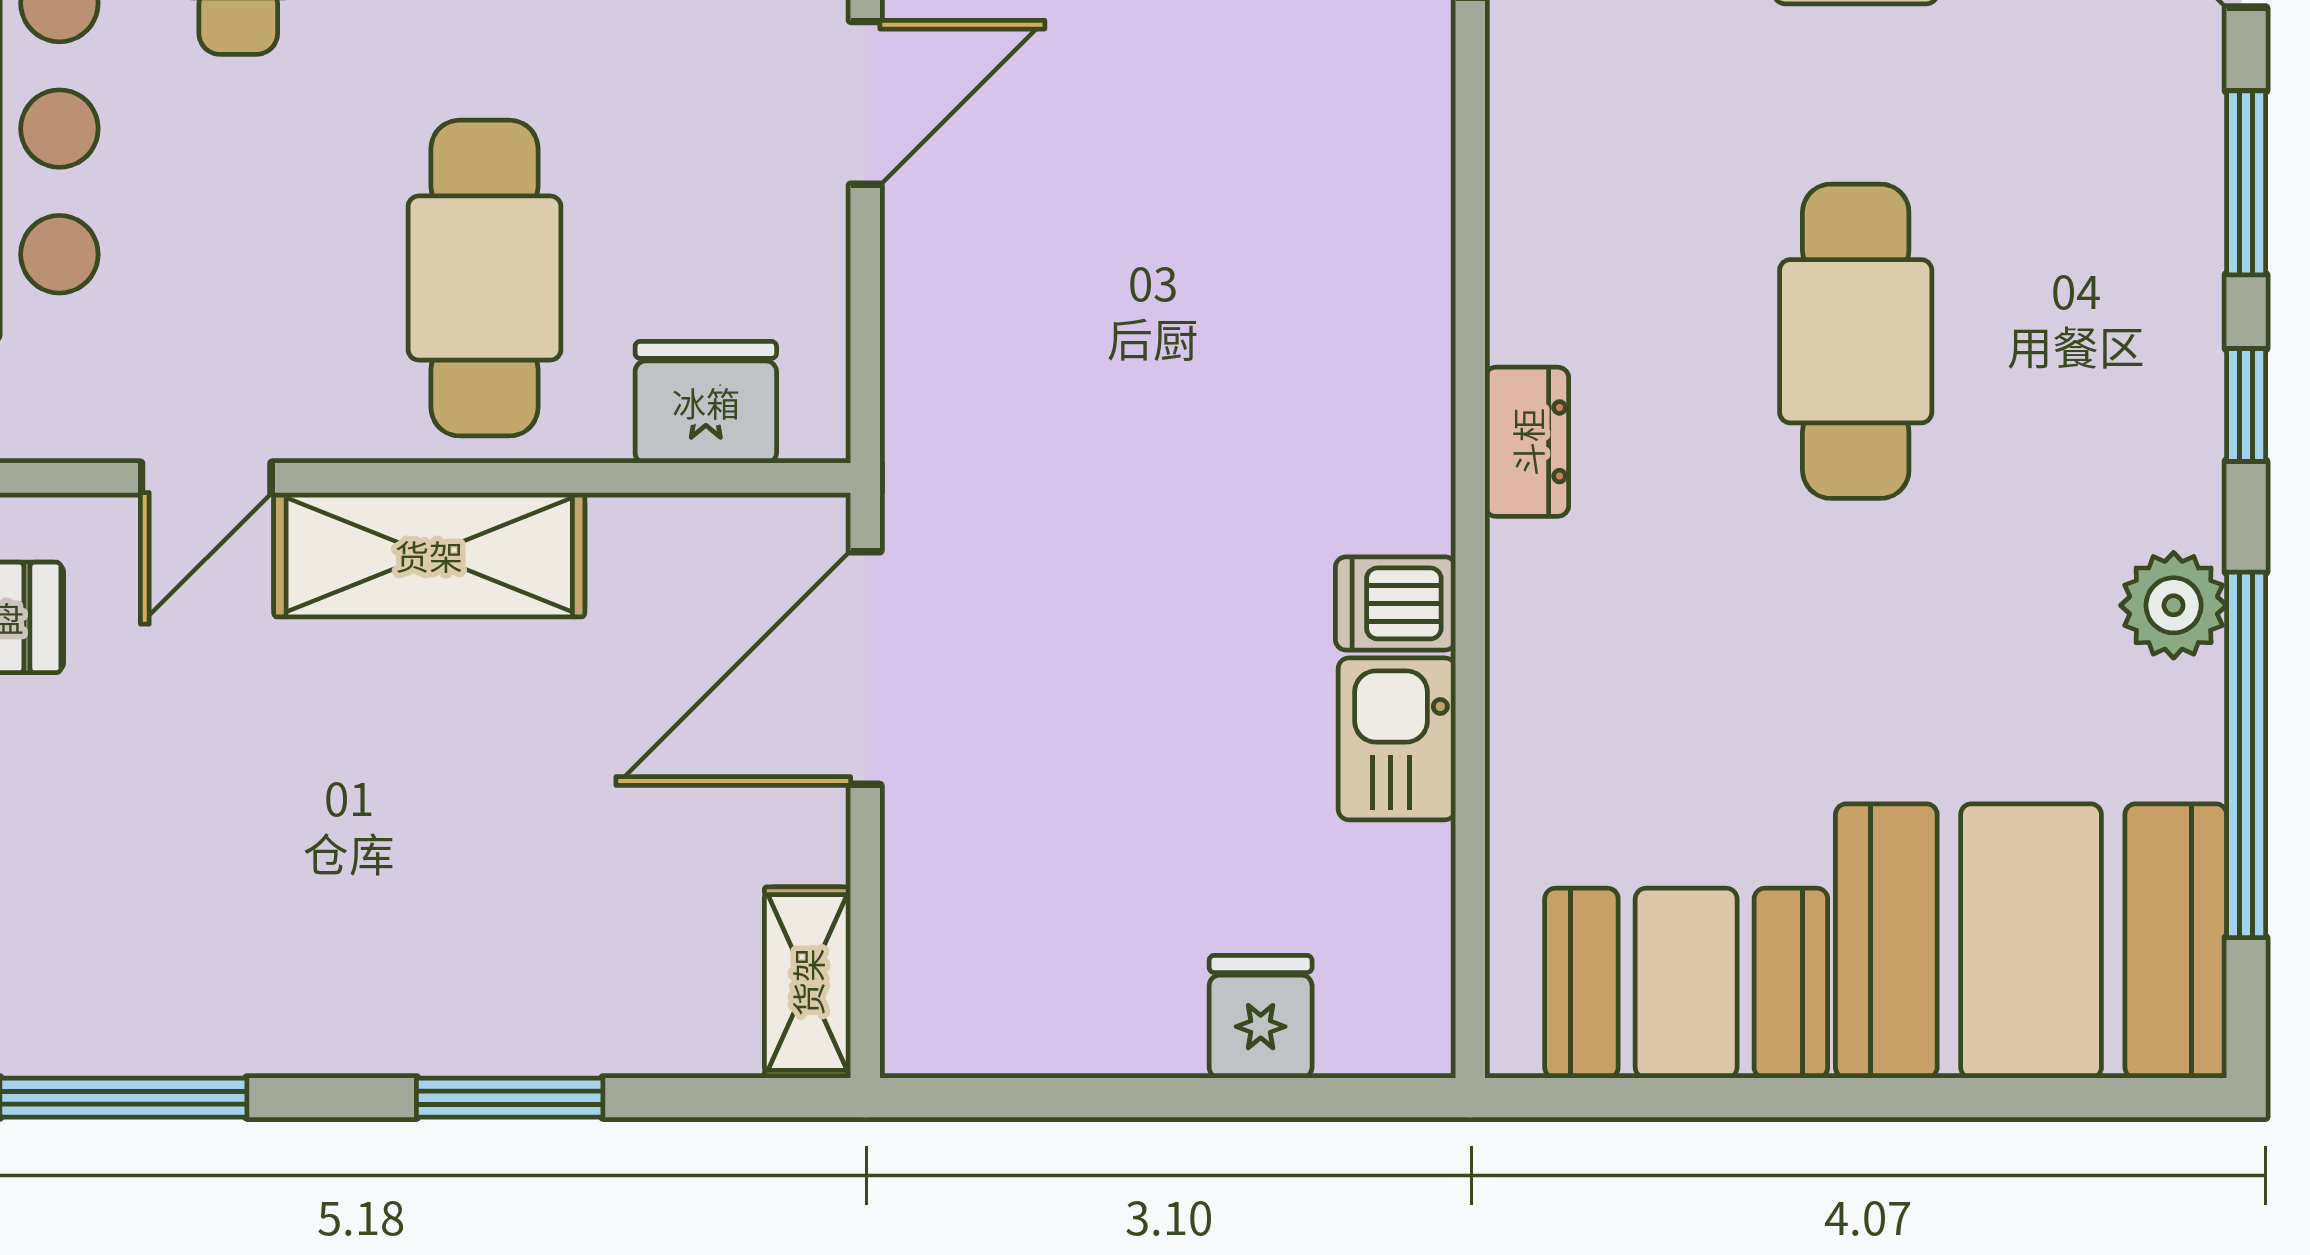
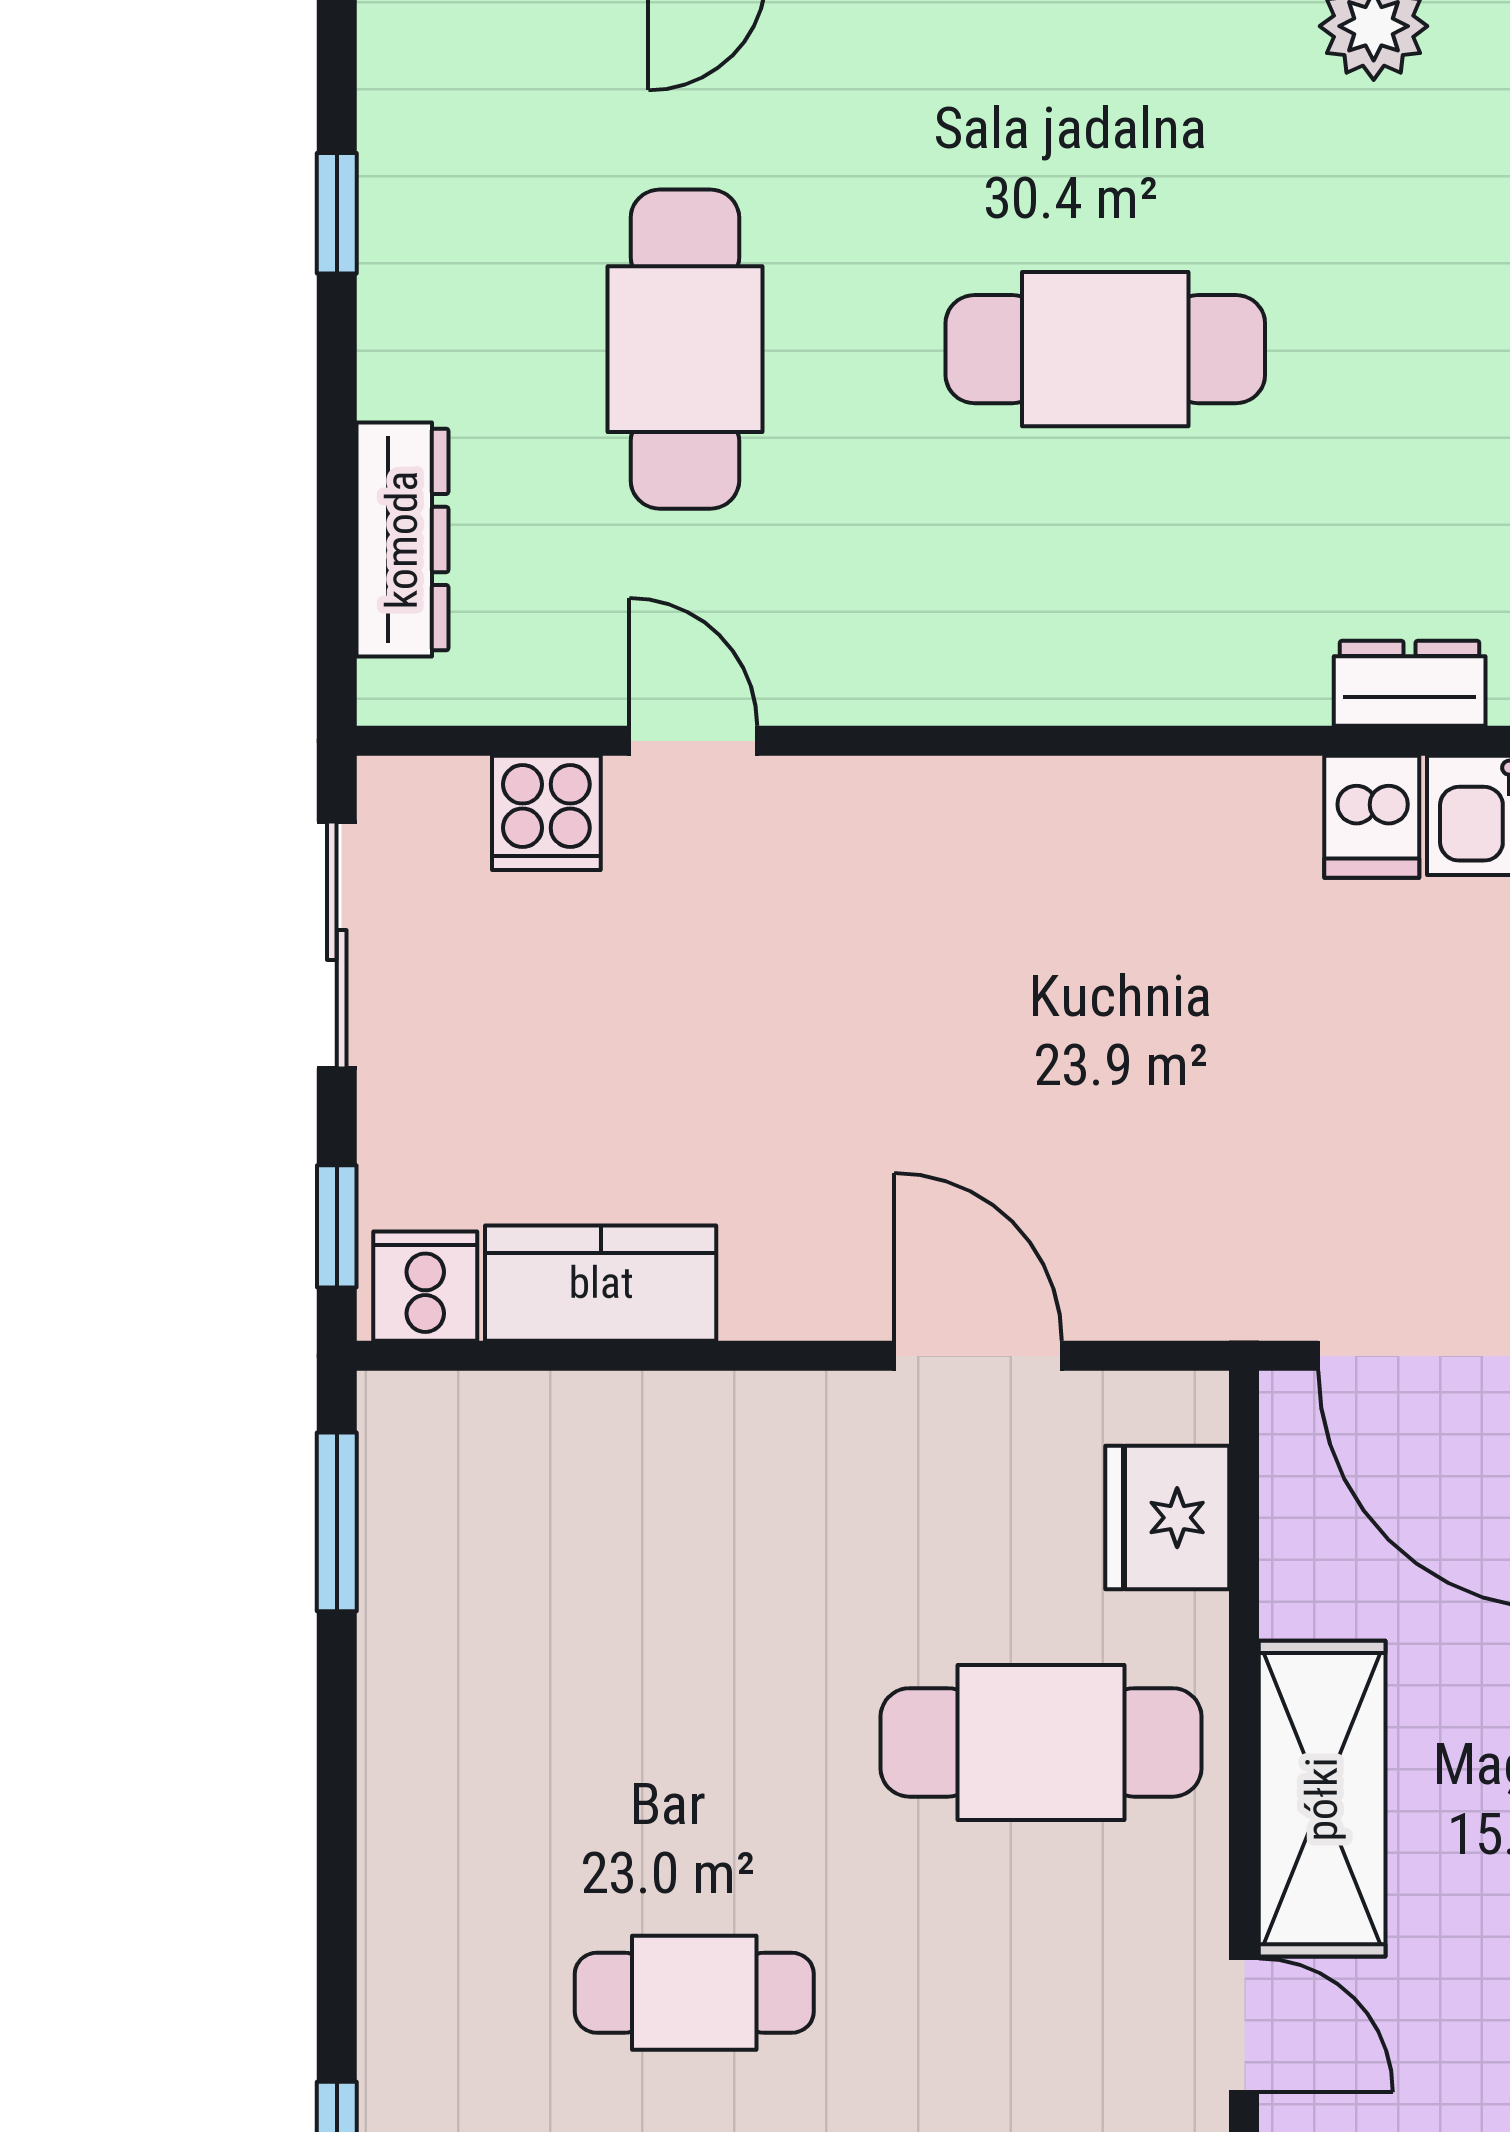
door: (865, 103) -> (978, 1356), moved
dresser: (1527, 442) -> (1410, 683), moved

